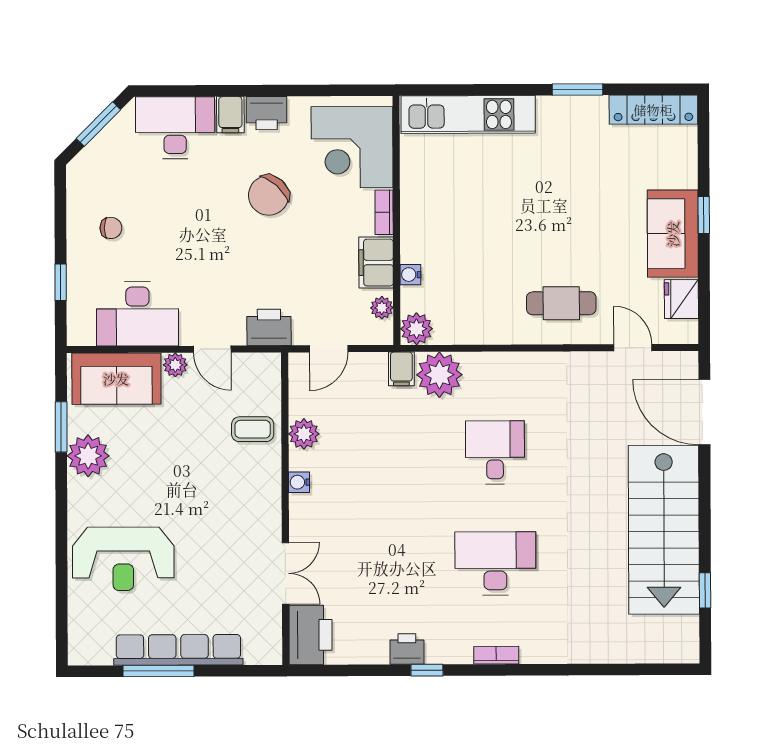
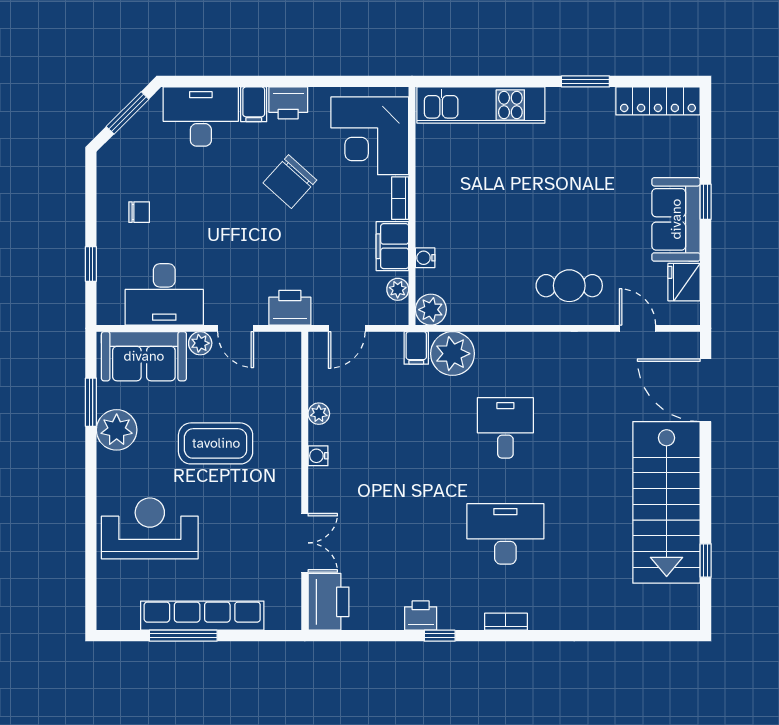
coffee table: (253, 429) -> (216, 443), moved, width x1.86, depth x1.72
plant: (304, 434) -> (319, 414), width x0.73, depth x0.73
reception desk: (123, 559) -> (150, 528), turned 180

